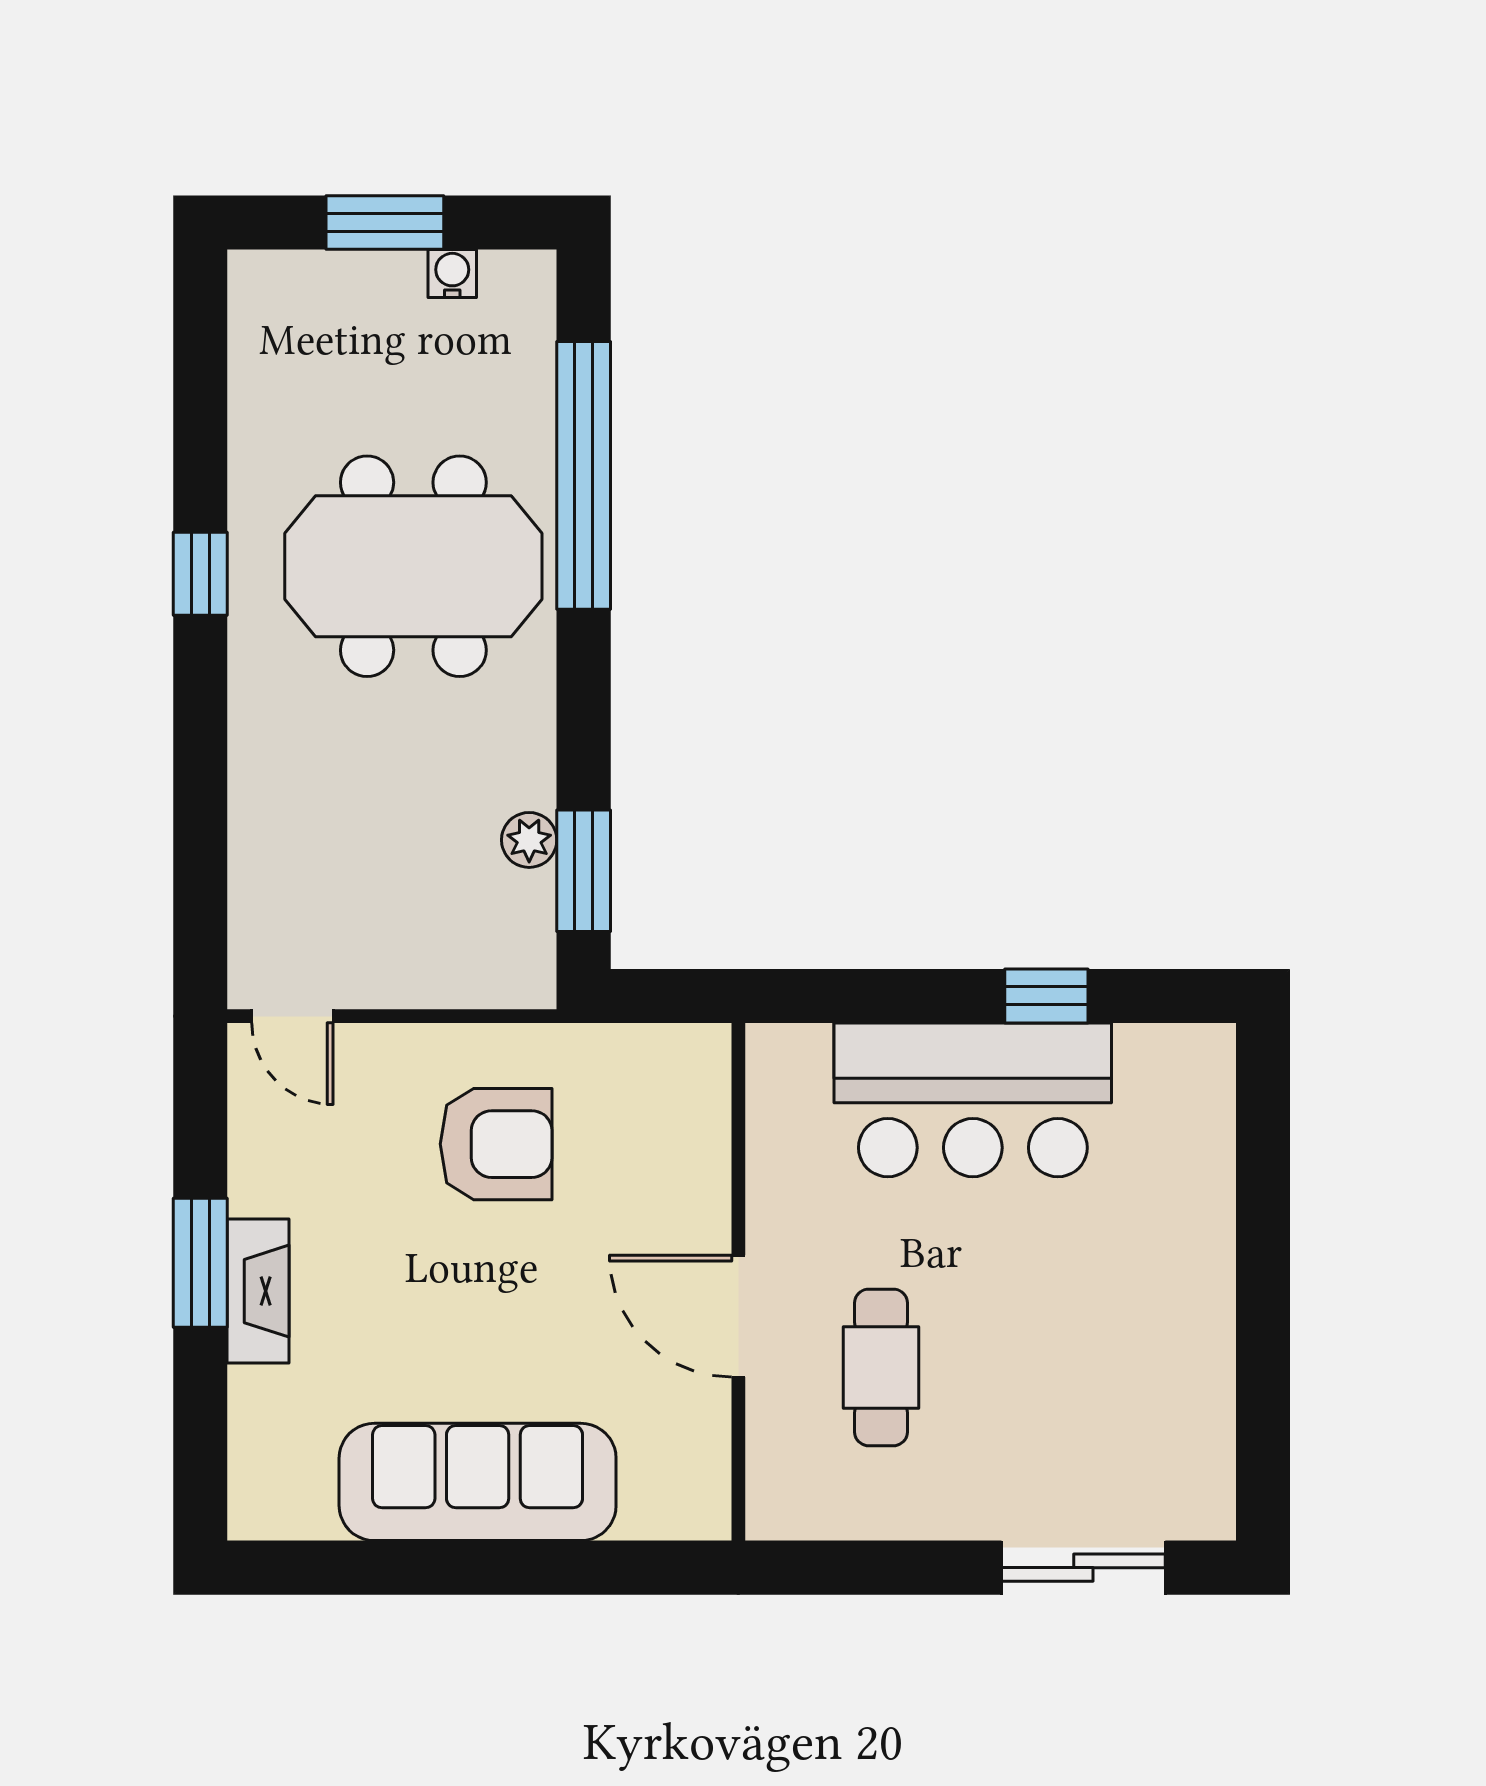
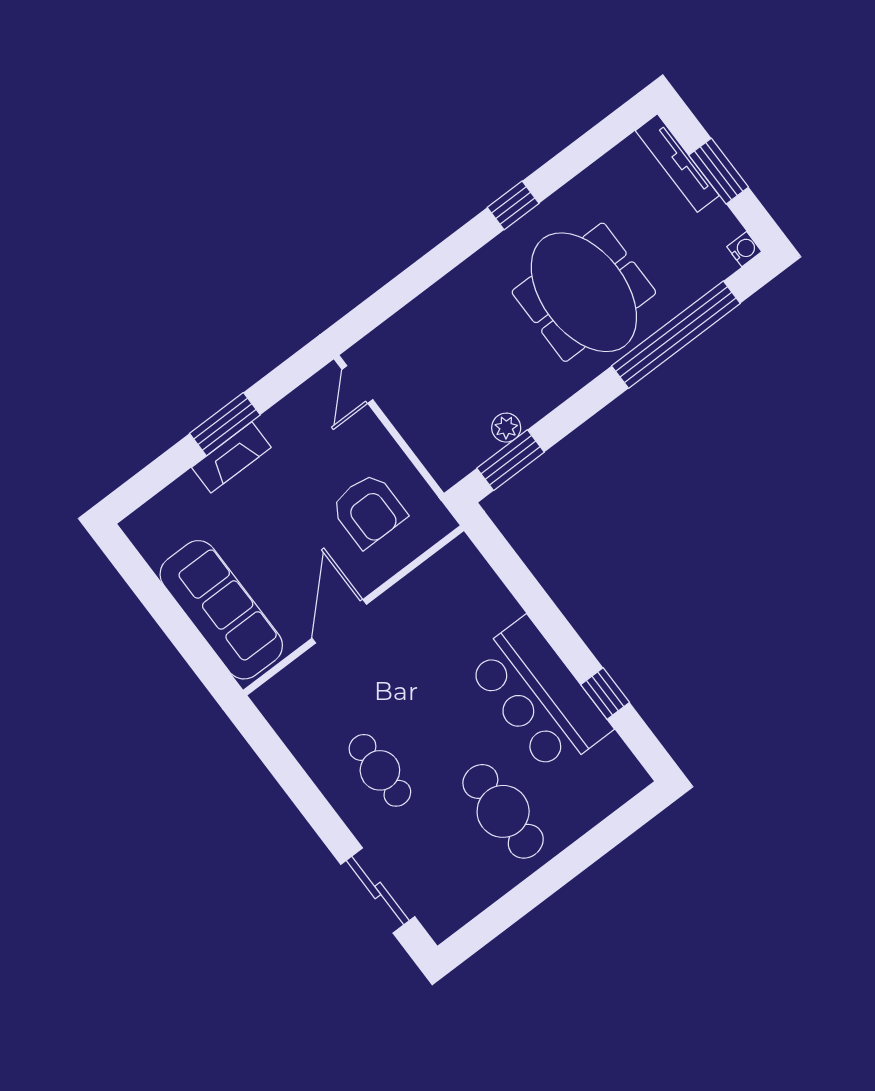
water cooler: (452, 273) -> (744, 249), moved
tv unit: (325, 276) -> (677, 163), added
wall: (738, 1282) -> (354, 610), moved
cafe table: (1108, 1287) -> (503, 811), added
door: (738, 1316) -> (339, 621), moved
cafe table: (881, 1367) -> (380, 770), moved, turned 90

